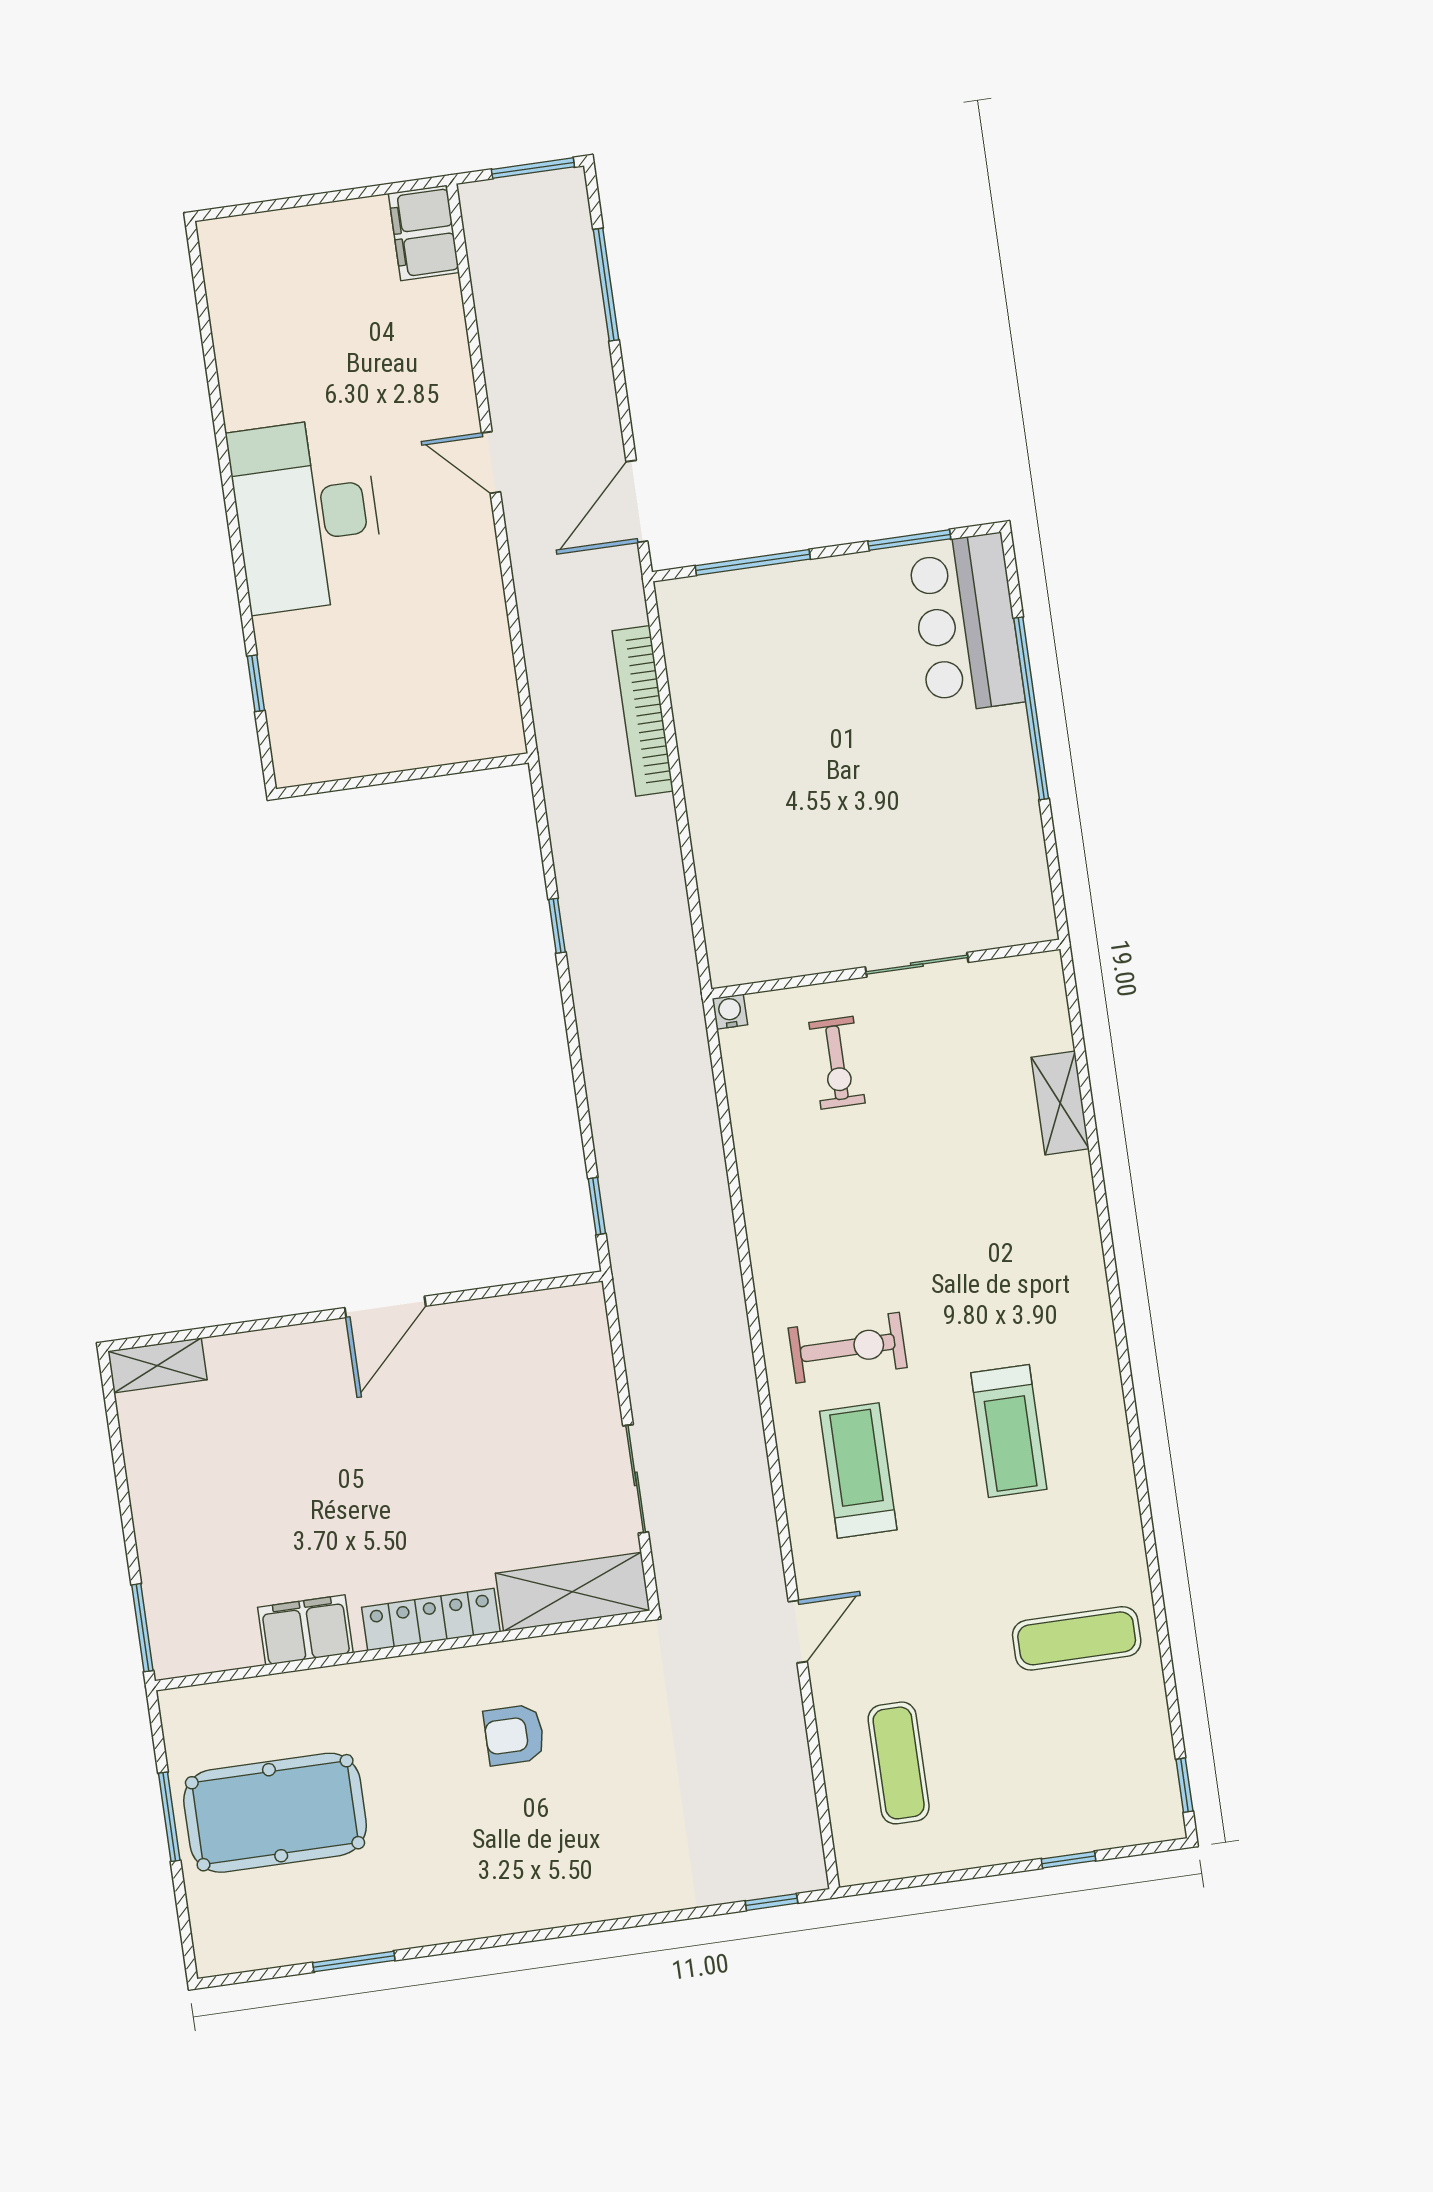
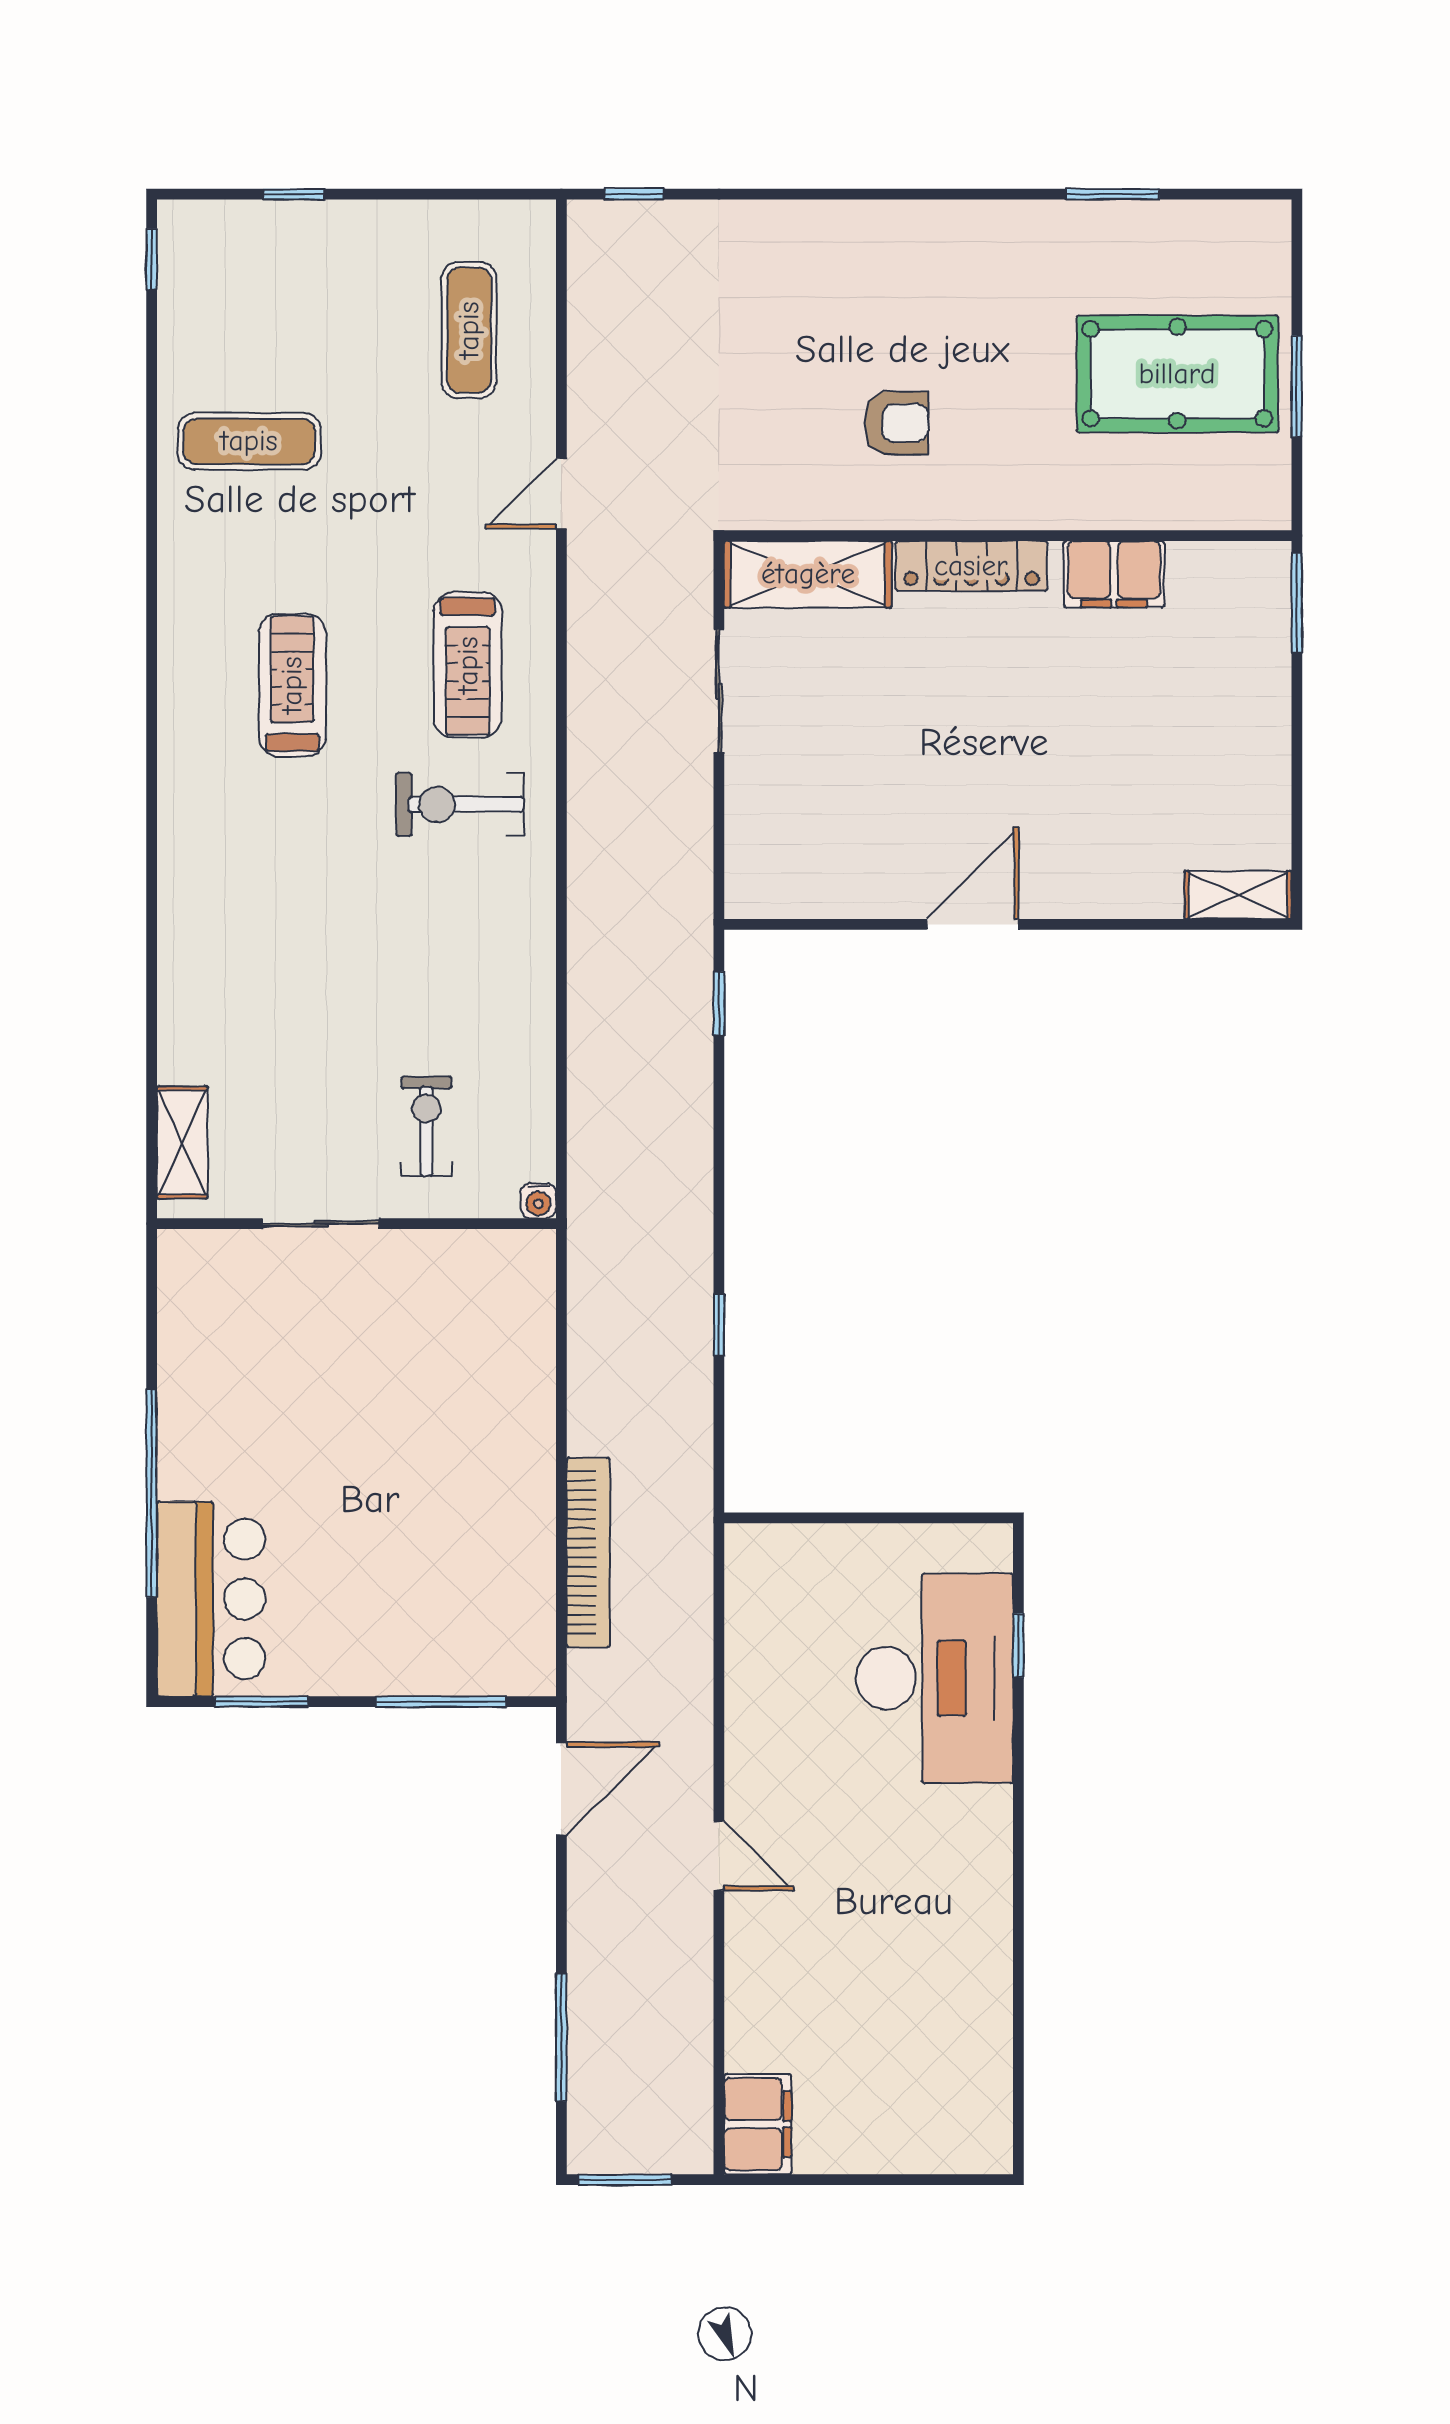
desk: (306, 515) -> (935, 1678), moved
shelving: (1060, 1103) -> (182, 1142), moved

